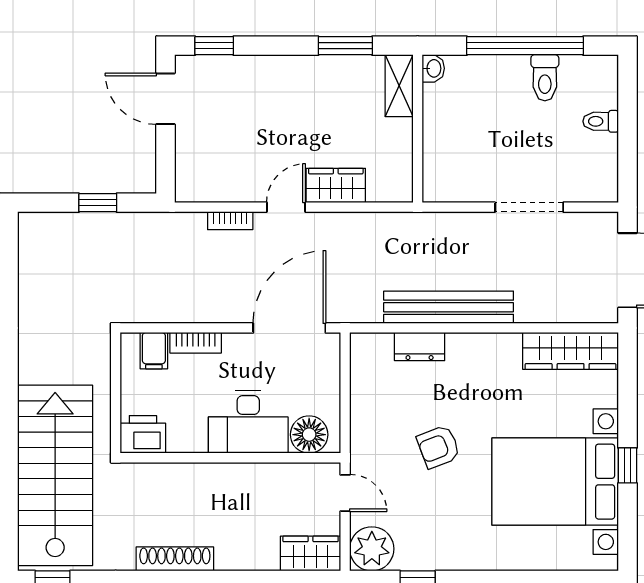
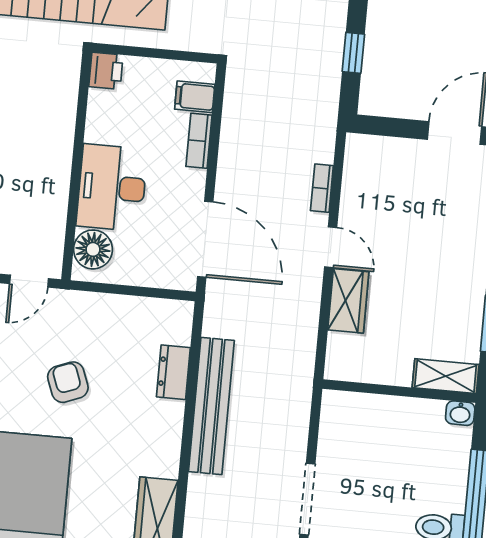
printer: (143, 434) -> (106, 71), width x0.73, depth x0.81

